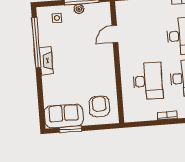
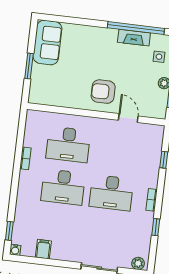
fireplace: (46, 61) -> (134, 38), moved
armchair: (99, 106) -> (103, 92), moved, turned 180
window: (70, 129) -> (29, 66), moved

